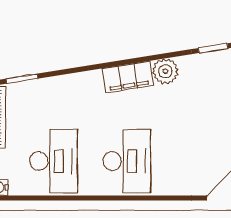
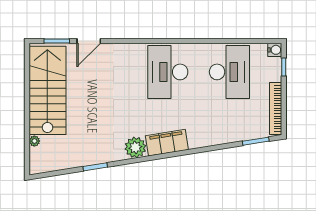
desk: (53, 161) -> (229, 72), turned 180

